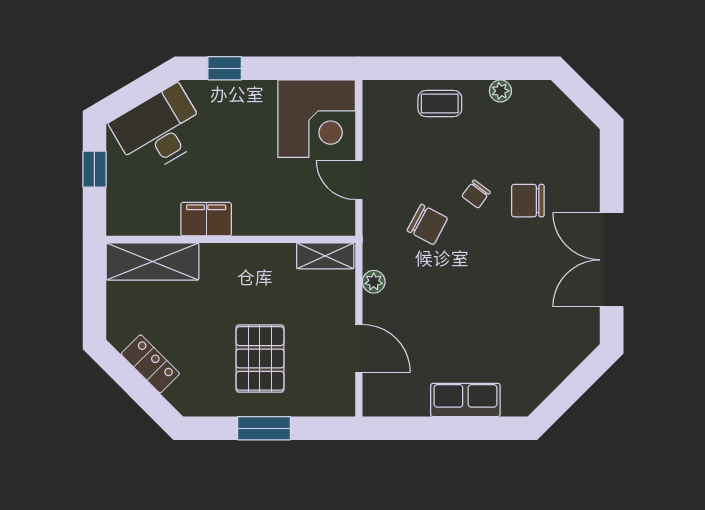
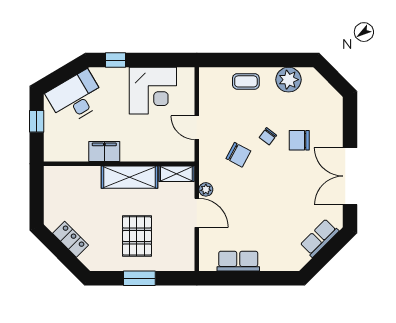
plant: (500, 91) -> (289, 80), width x1.88, depth x1.88
corner desk: (317, 119) -> (153, 91), moved
shelving: (153, 262) -> (130, 177), moved
door: (359, 348) -> (197, 213), moved
row of seats: (561, 362) -> (319, 238), added
row of seats: (465, 400) -> (238, 261), moved

